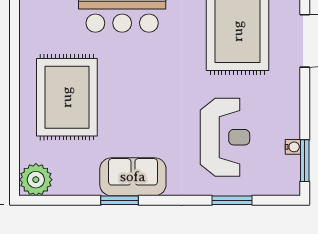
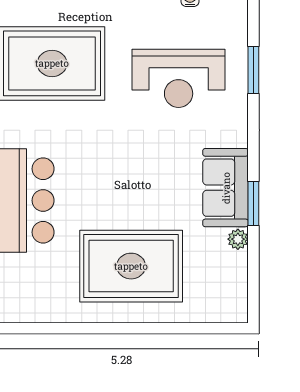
reception desk: (225, 137) -> (179, 78), turned 180
plant: (36, 180) -> (238, 239), moved, width x0.53, depth x0.53

